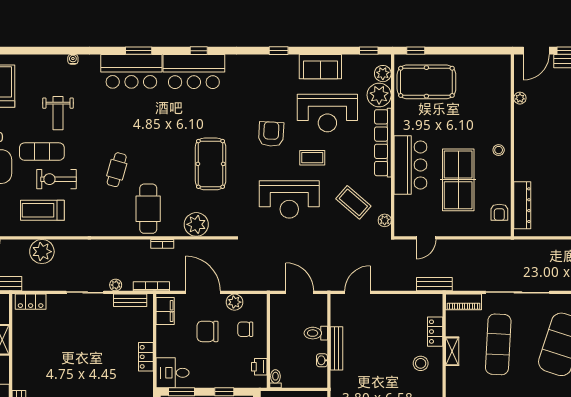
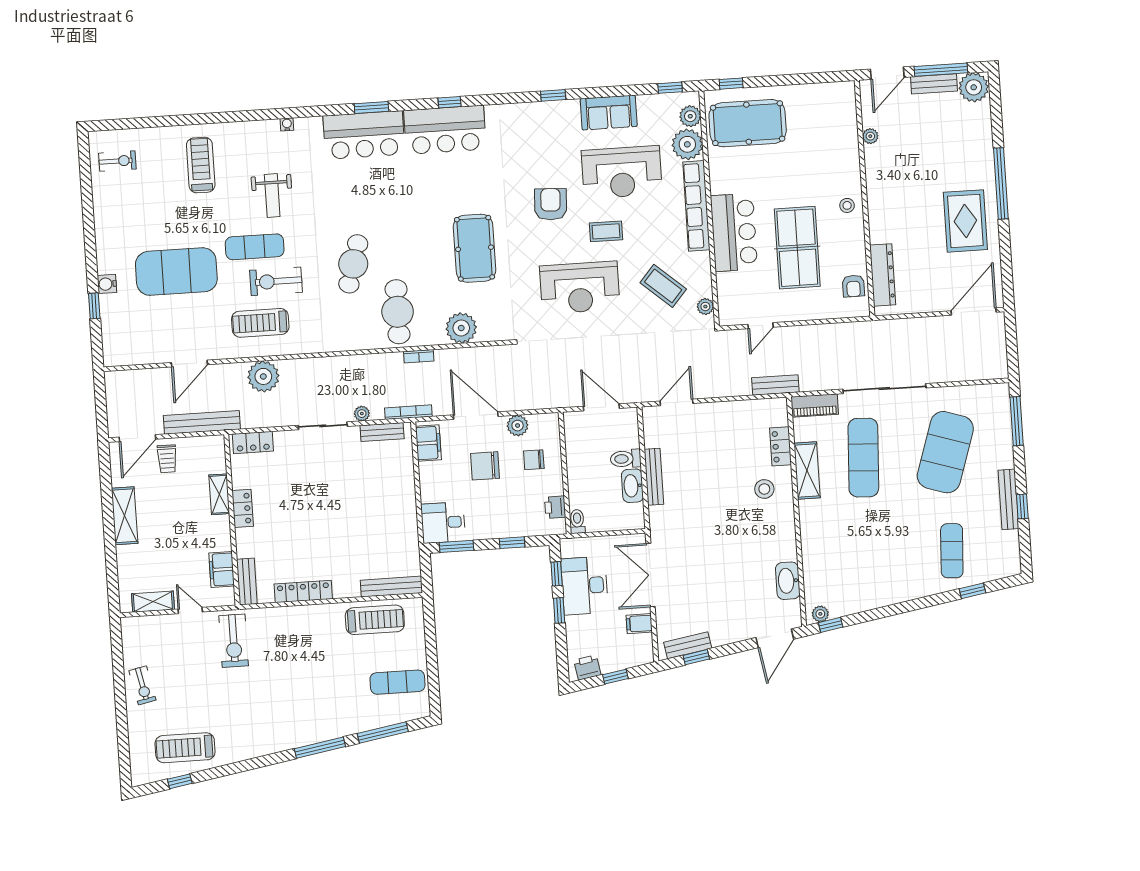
cafe table: (117, 170) -> (353, 264), width x1.37, depth x1.35
shelving: (452, 351) -> (807, 470), width x1.50, depth x1.33
locker: (146, 357) -> (243, 508), moved, turned 180
washbasin: (322, 360) -> (632, 486), width x1.91, depth x1.45

